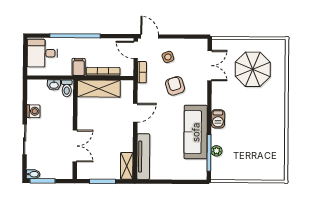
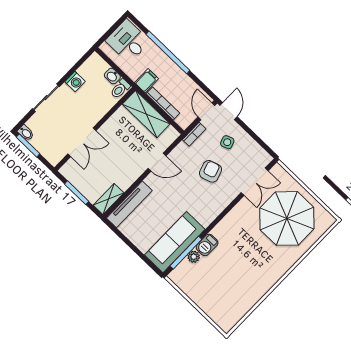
parasol: (253, 69) -> (287, 218), width x1.36, depth x1.36
barbecue: (218, 119) -> (207, 245), moved
sofa: (196, 132) -> (175, 242), moved

